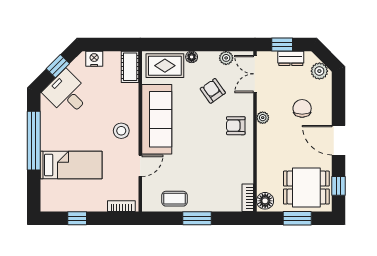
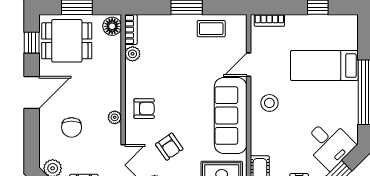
door: (339, 140) -> (32, 93), hinge flipped
plant: (246, 176) -> (133, 54), added

